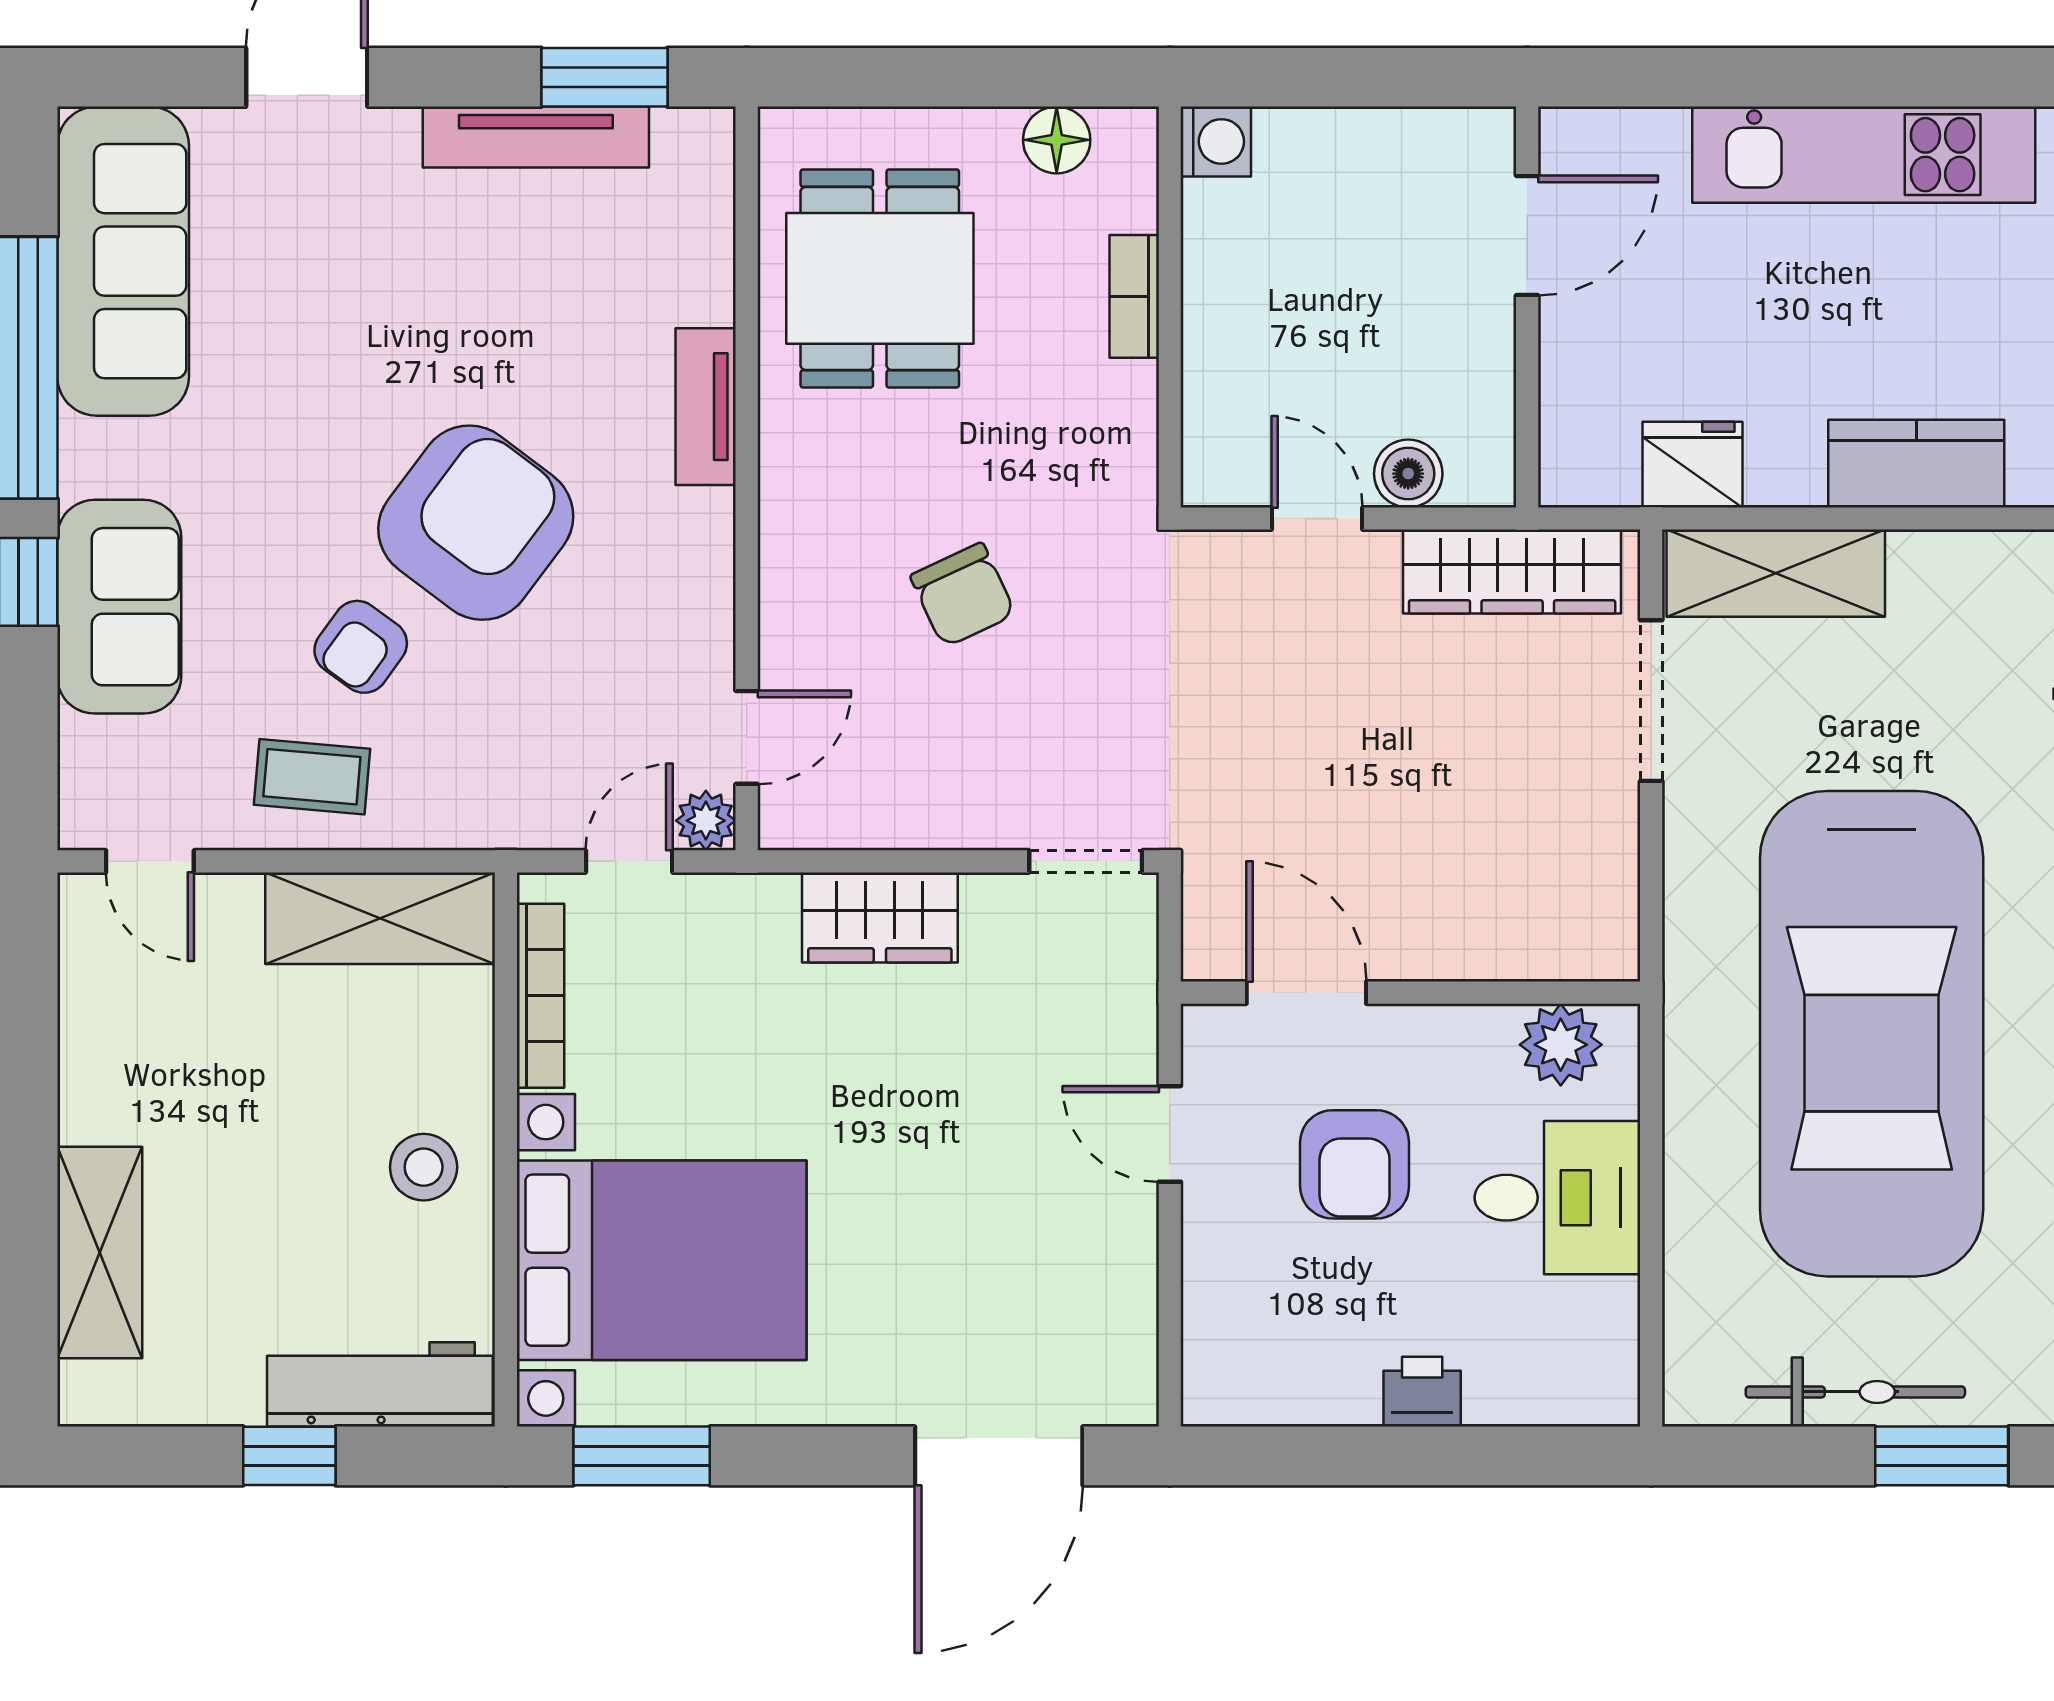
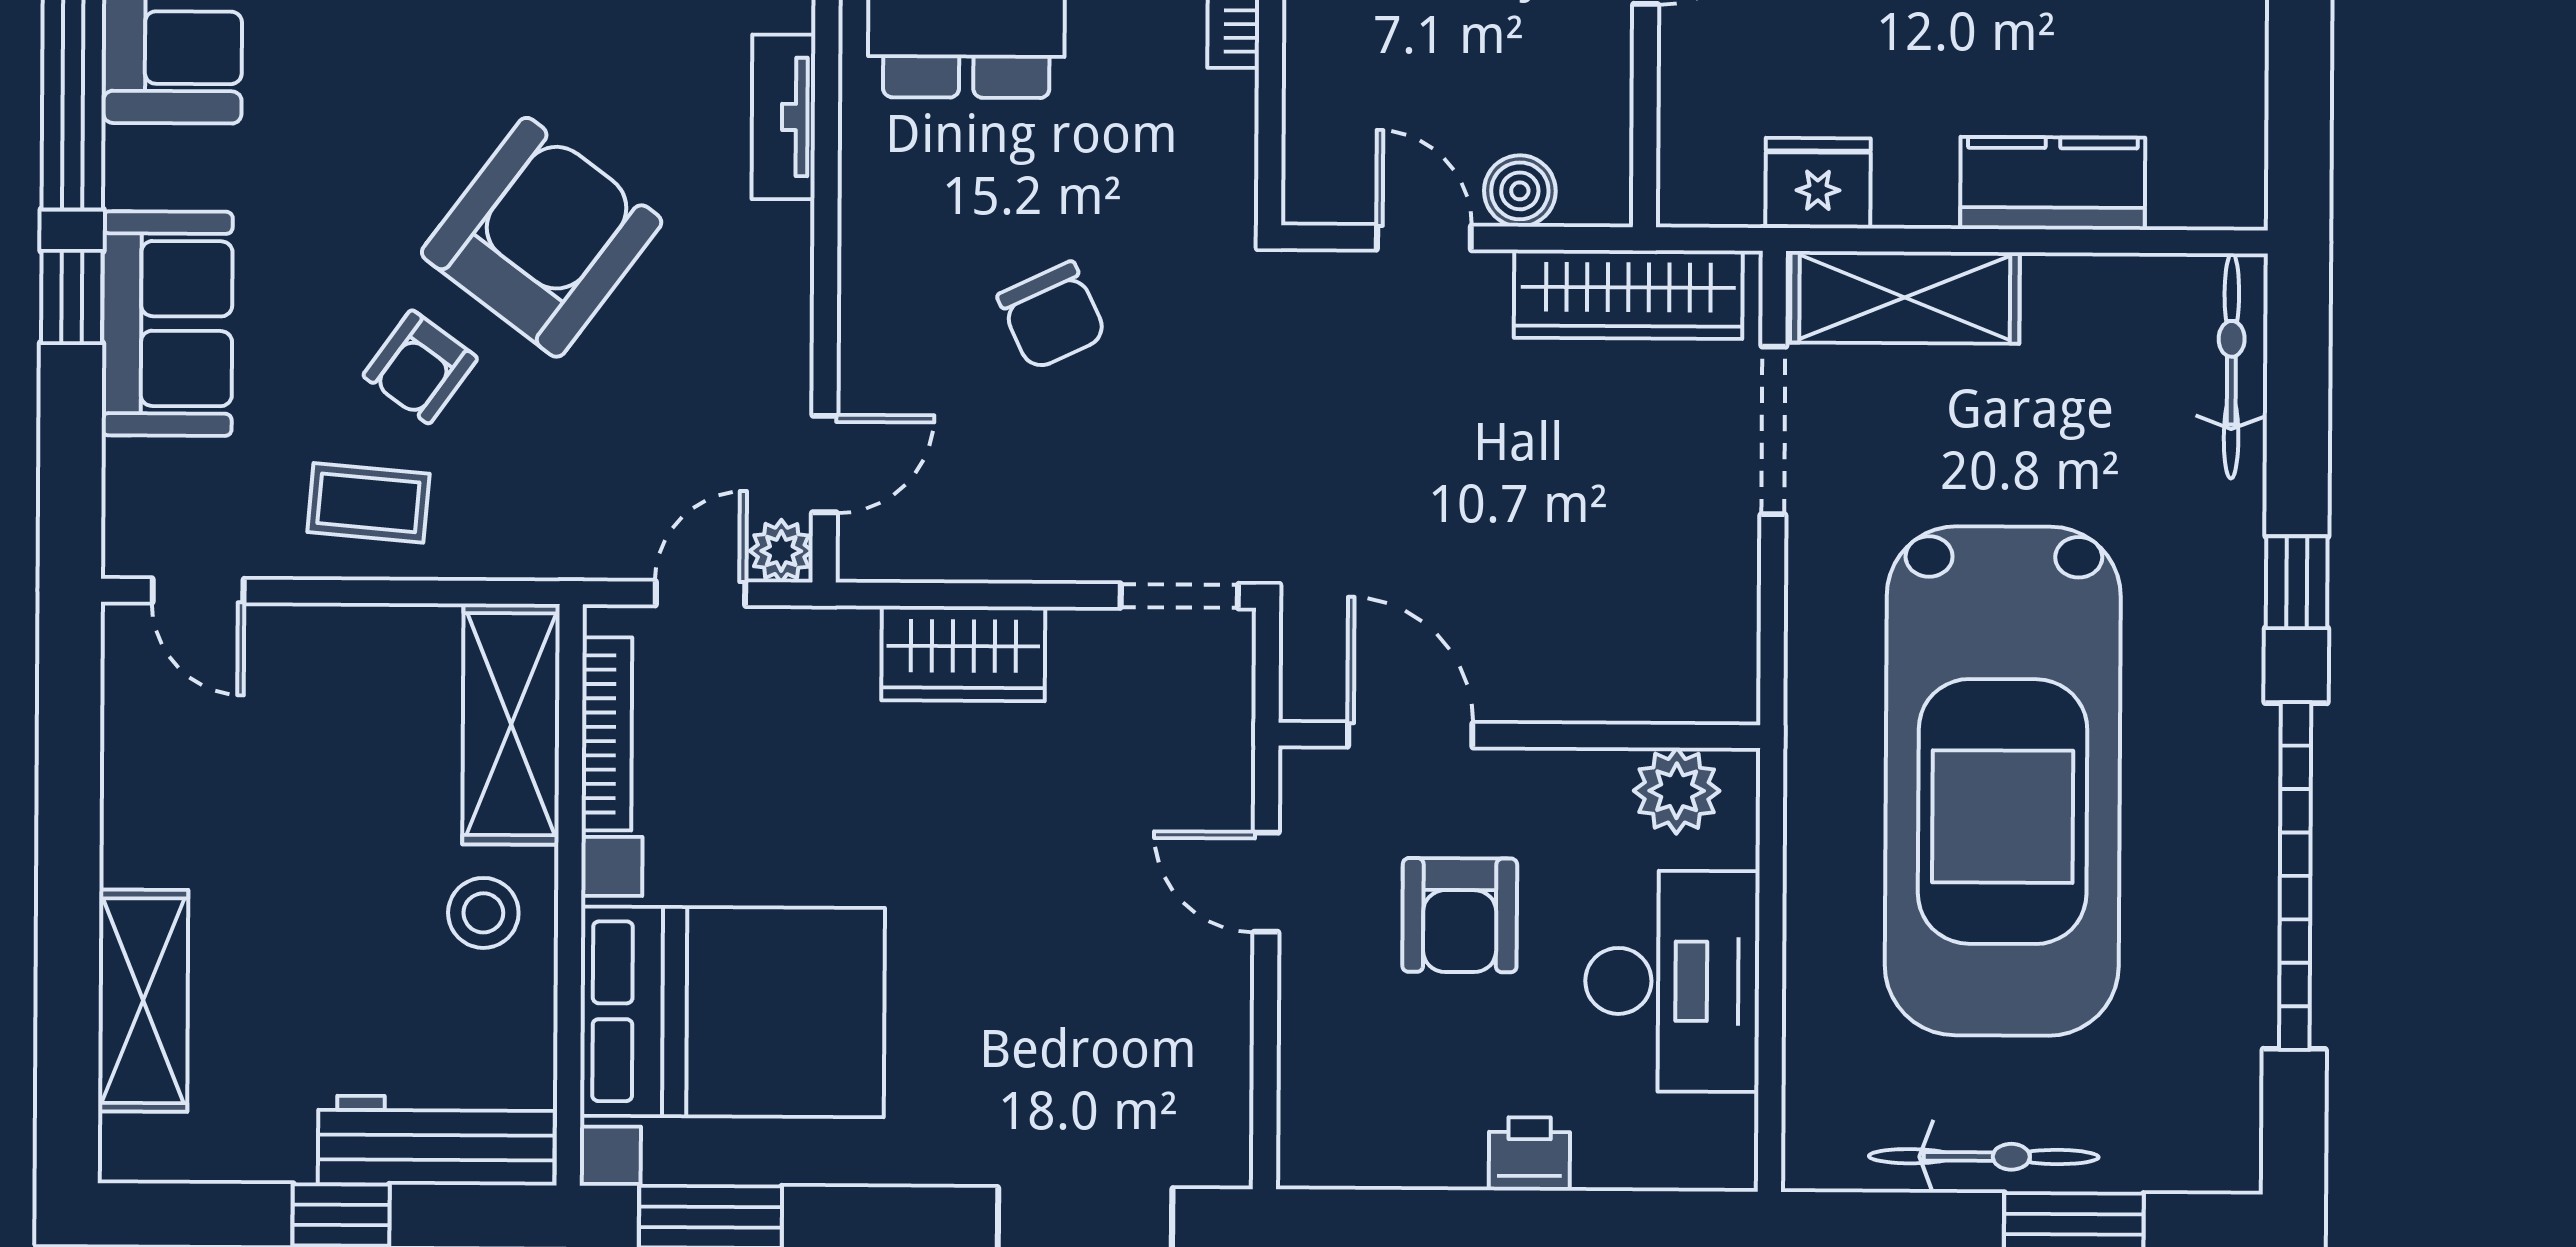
shelving: (380, 918) -> (511, 724), moved, turned 90
desk: (1557, 1198) -> (1672, 981), width x1.37

